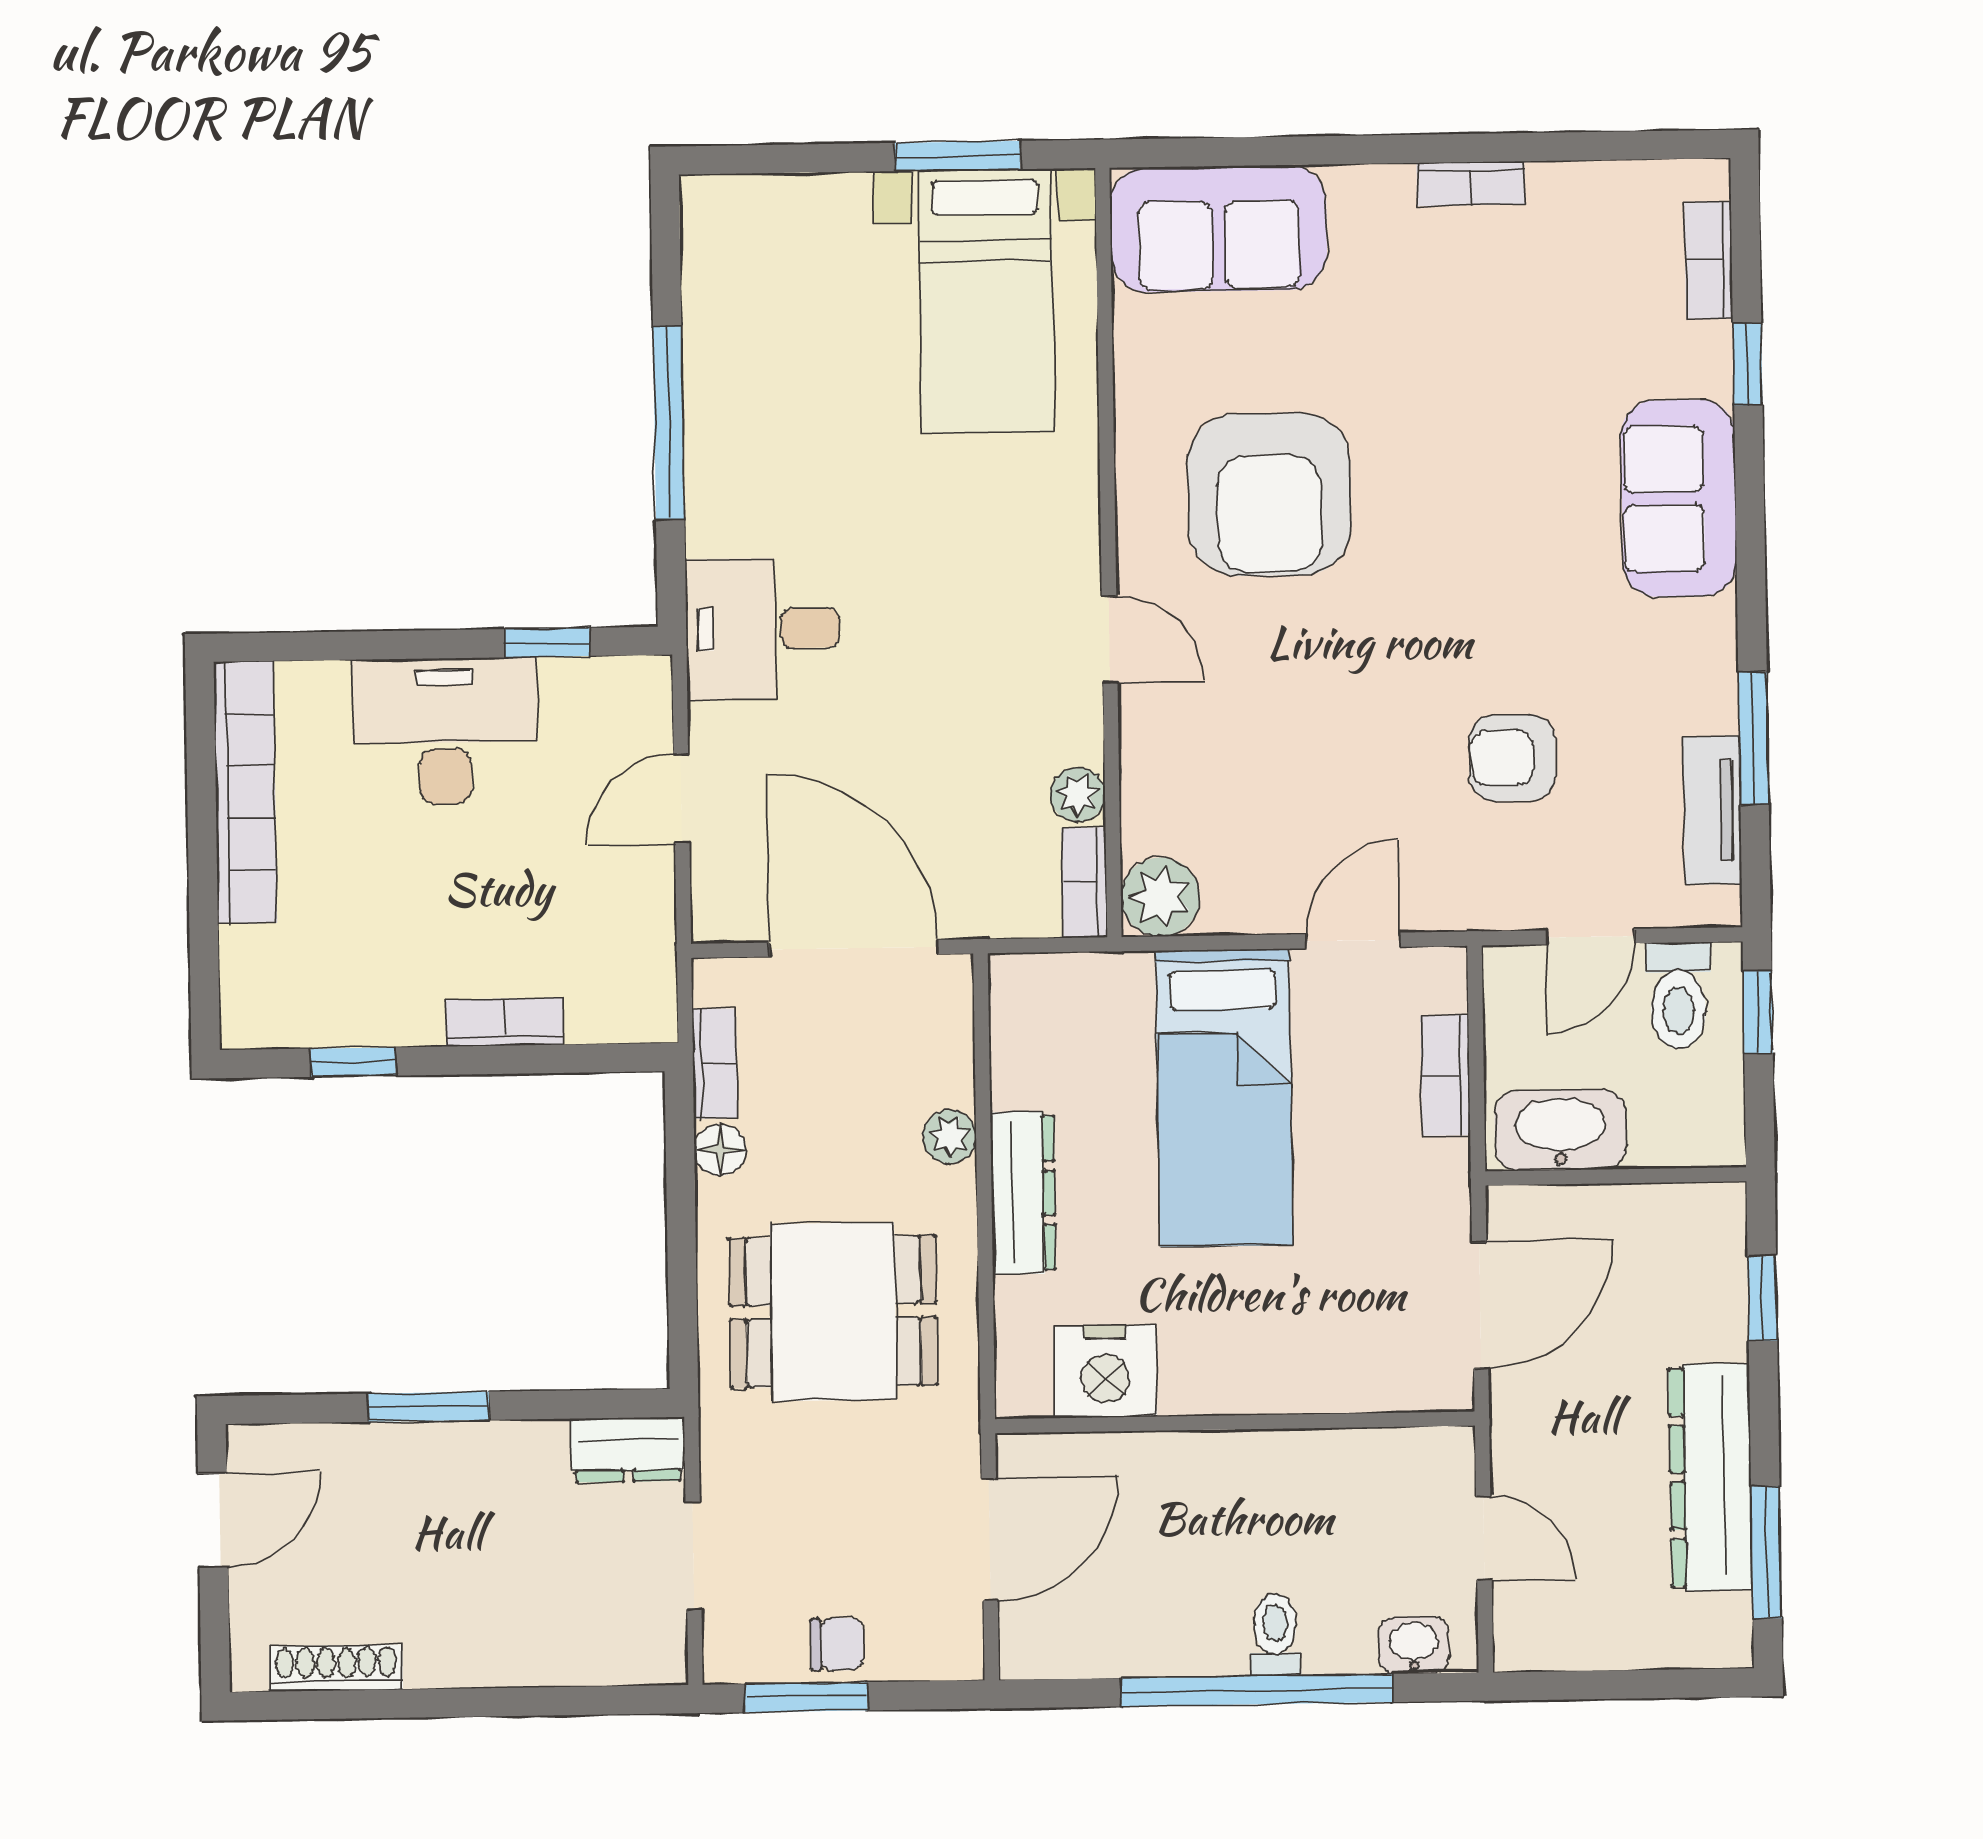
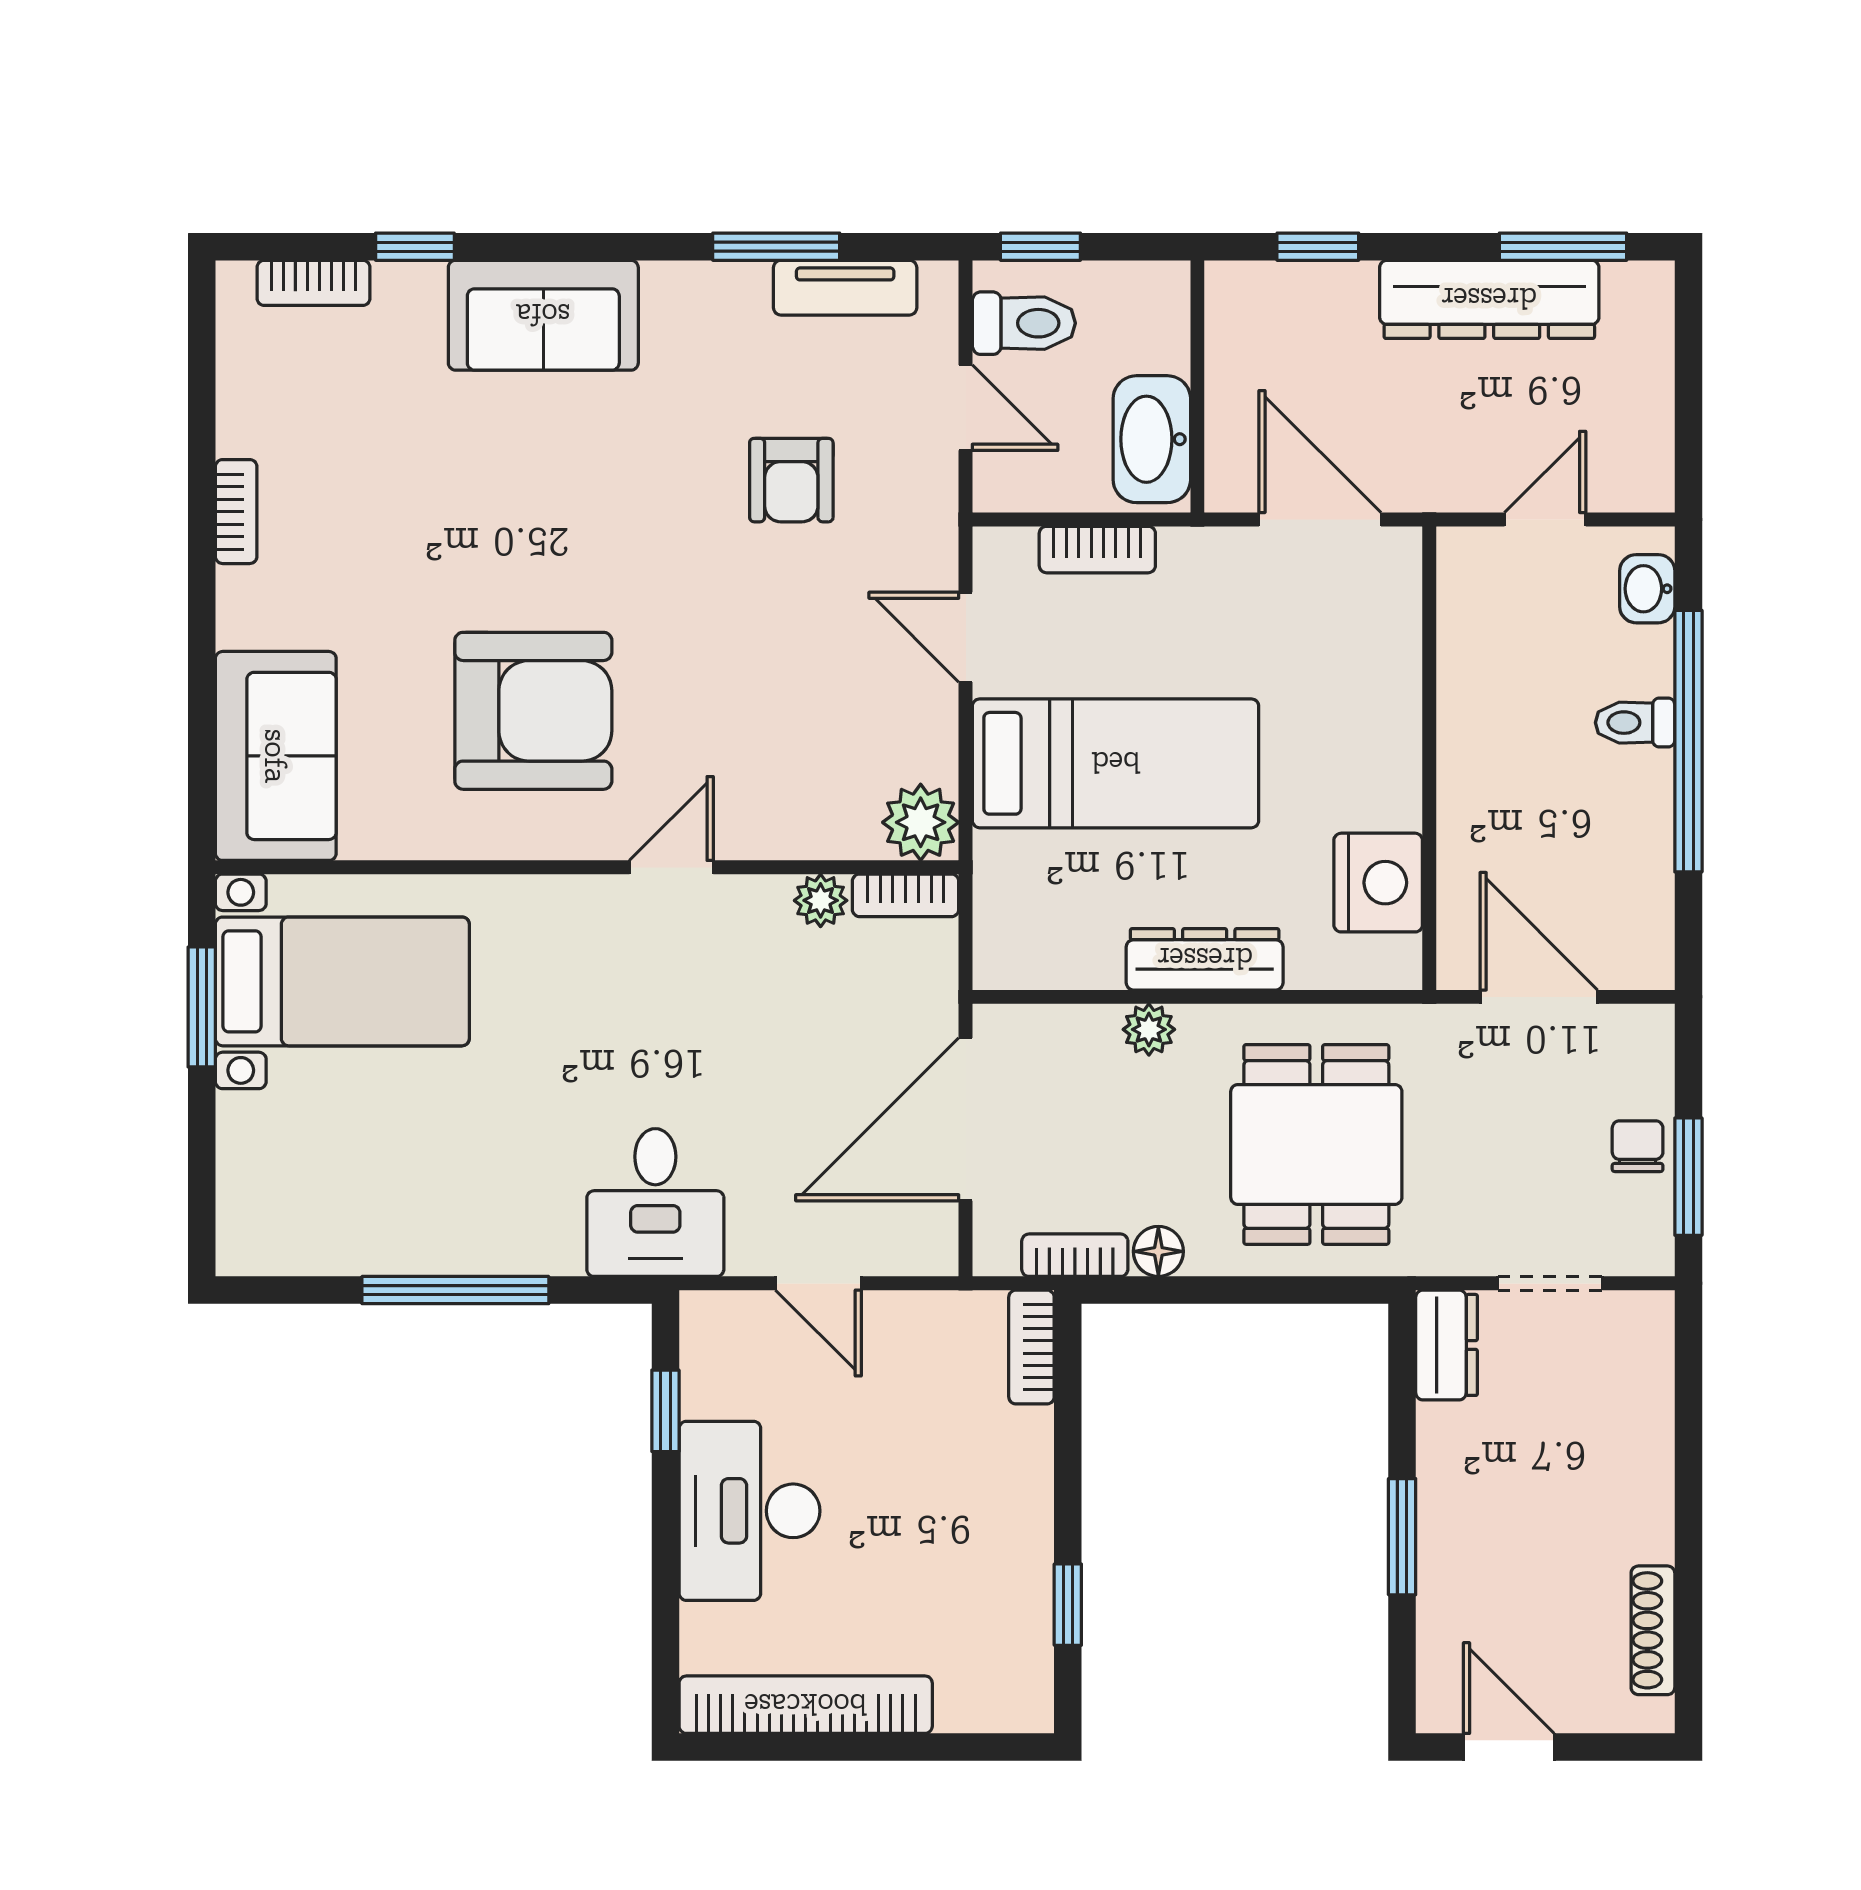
bookcase: (505, 1022) -> (1031, 1347), moved

